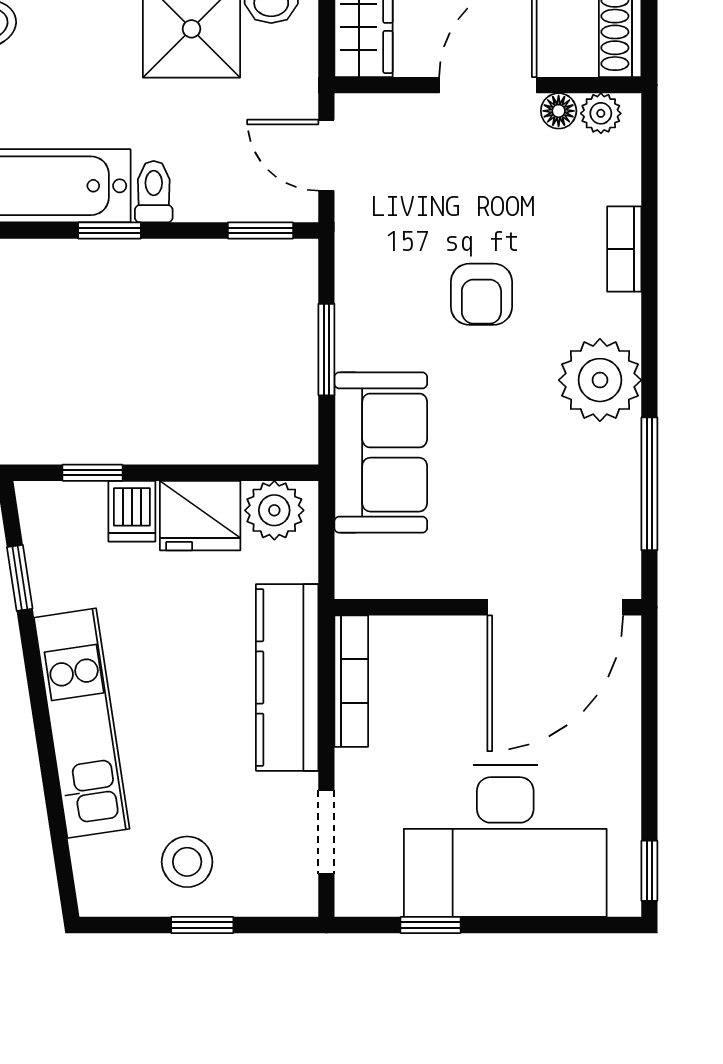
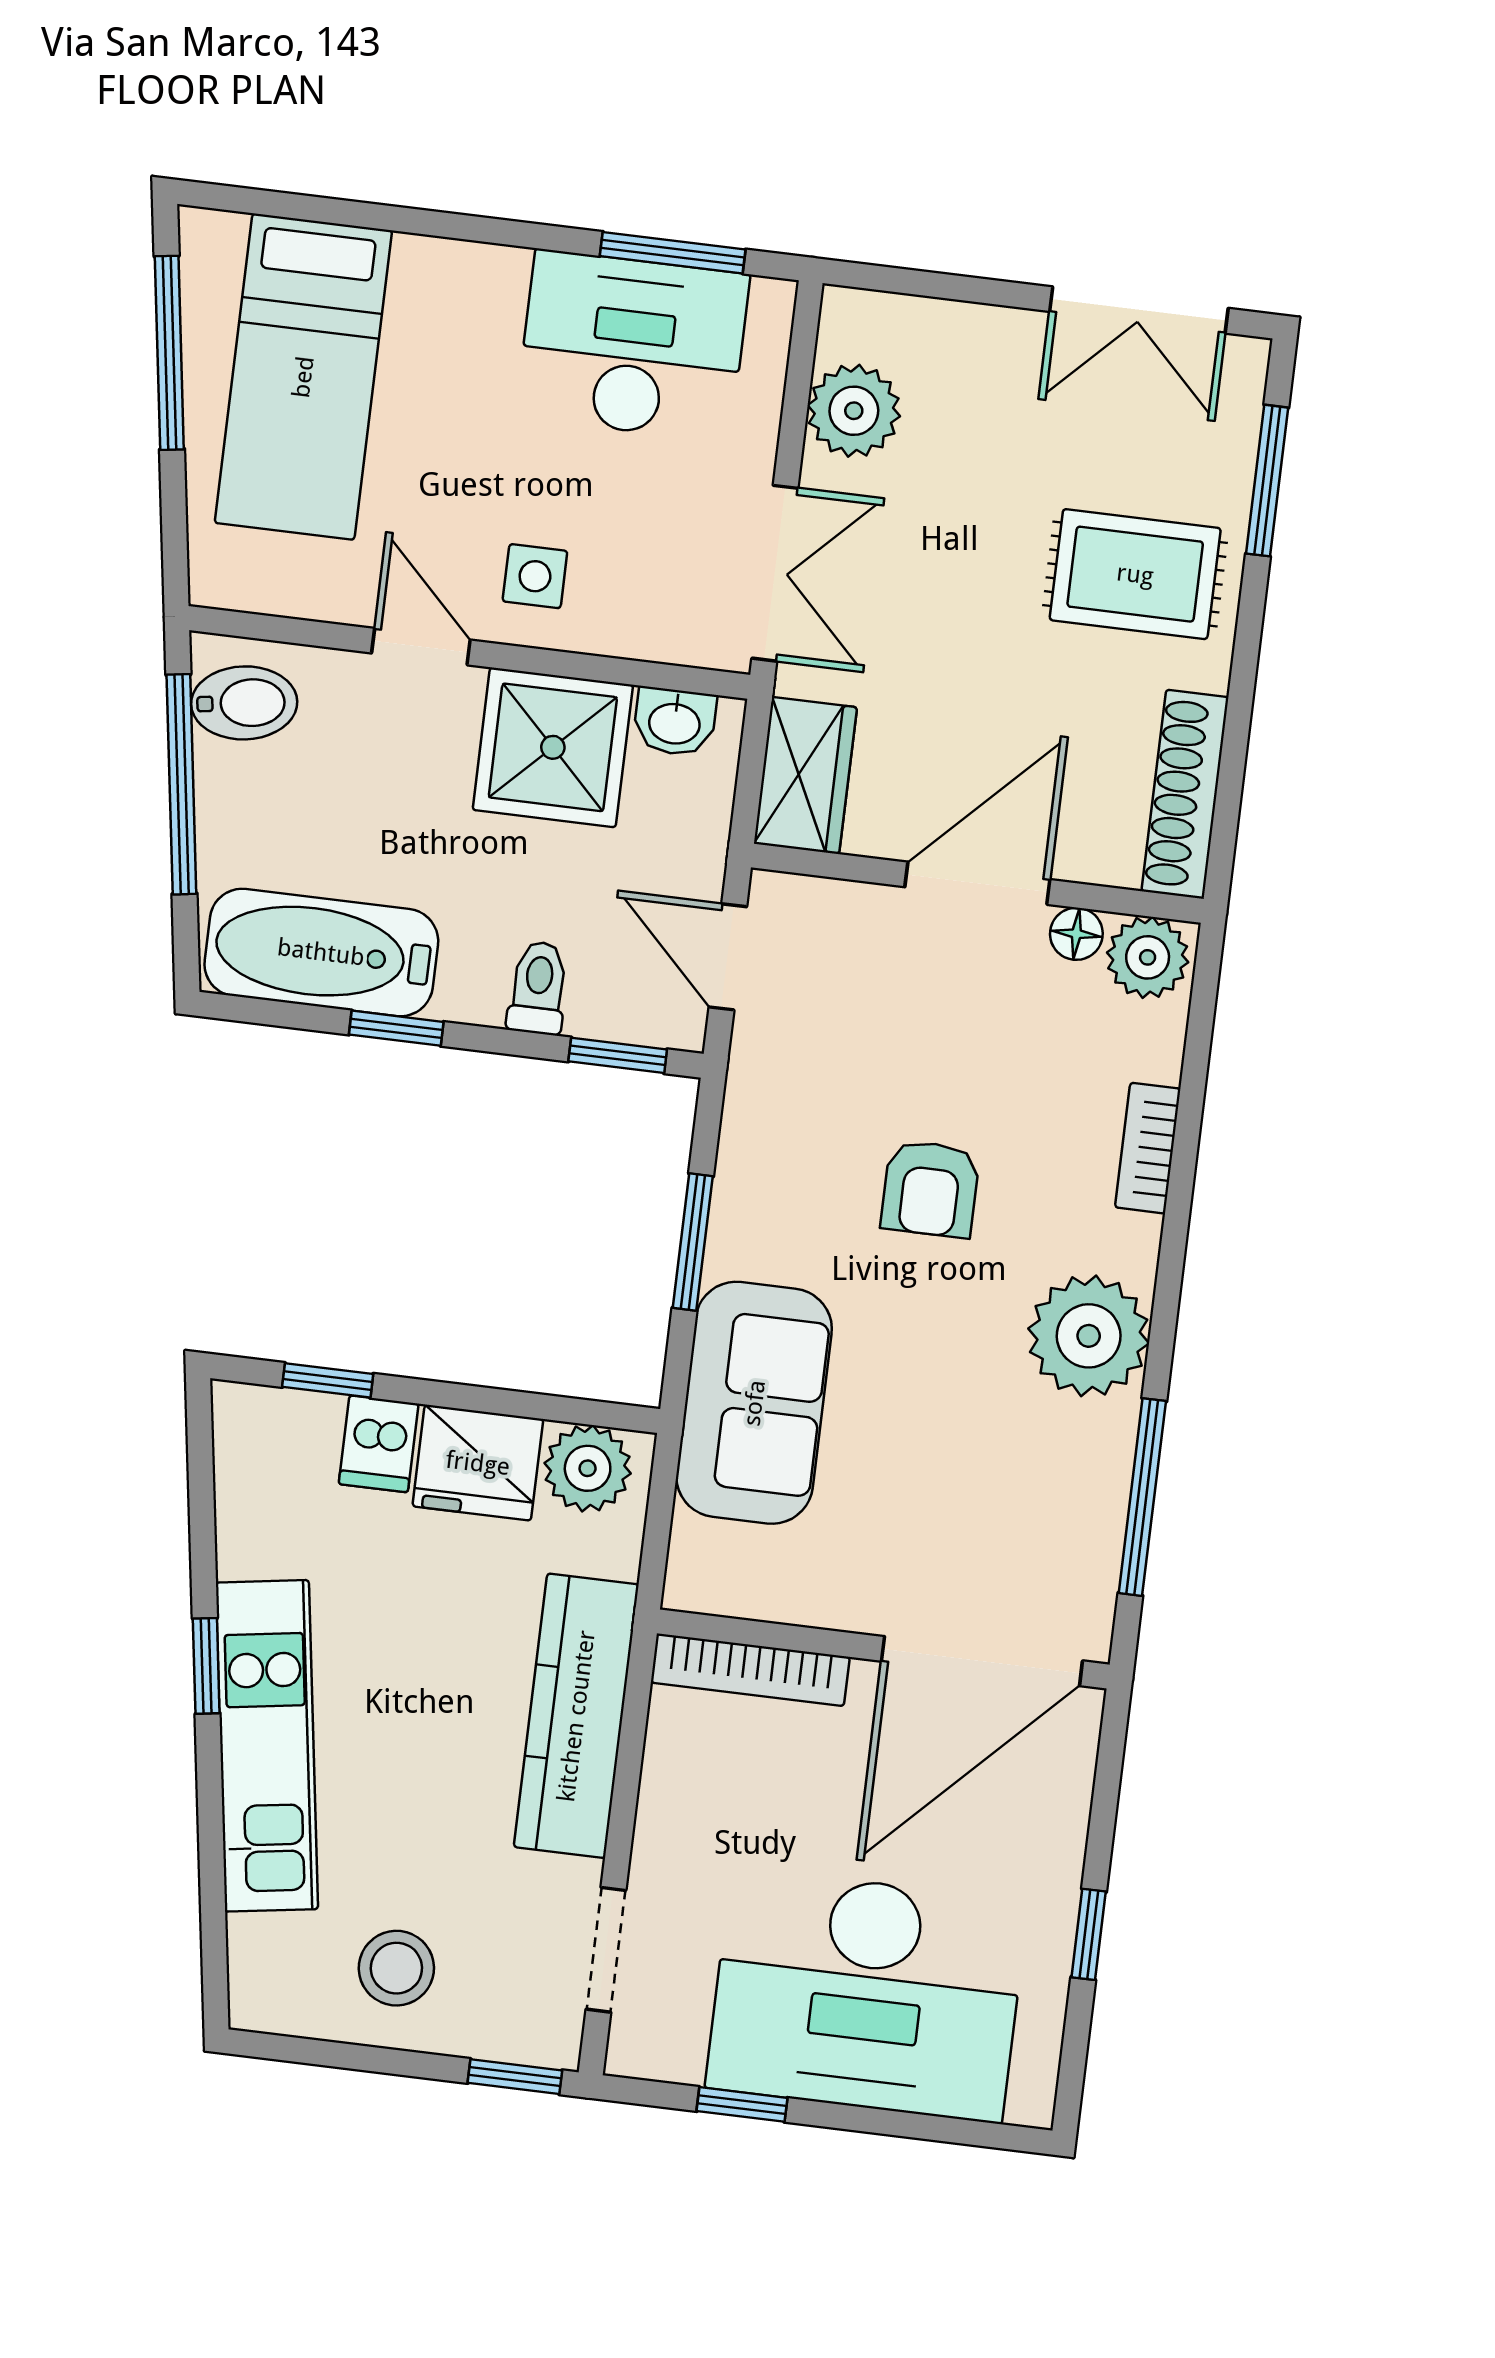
plant: (601, 113) -> (1148, 957), width x1.38, depth x1.38
toilet: (154, 192) -> (538, 988), moved
window: (20, 578) -> (206, 1666), moved
bookcase: (351, 681) -> (750, 1670), moved, turned 90
window: (649, 871) -> (1089, 1934), moved
window: (202, 925) -> (515, 2077), moved

